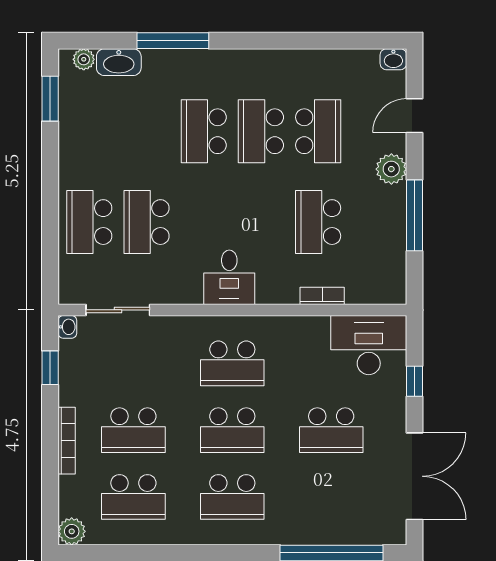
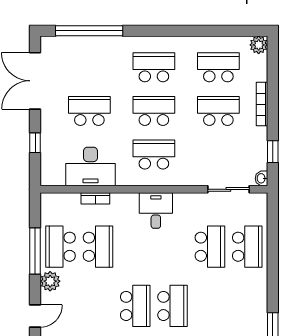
school desk: (318, 131) -> (61, 247), moved
desk: (369, 345) -> (91, 166), moved

